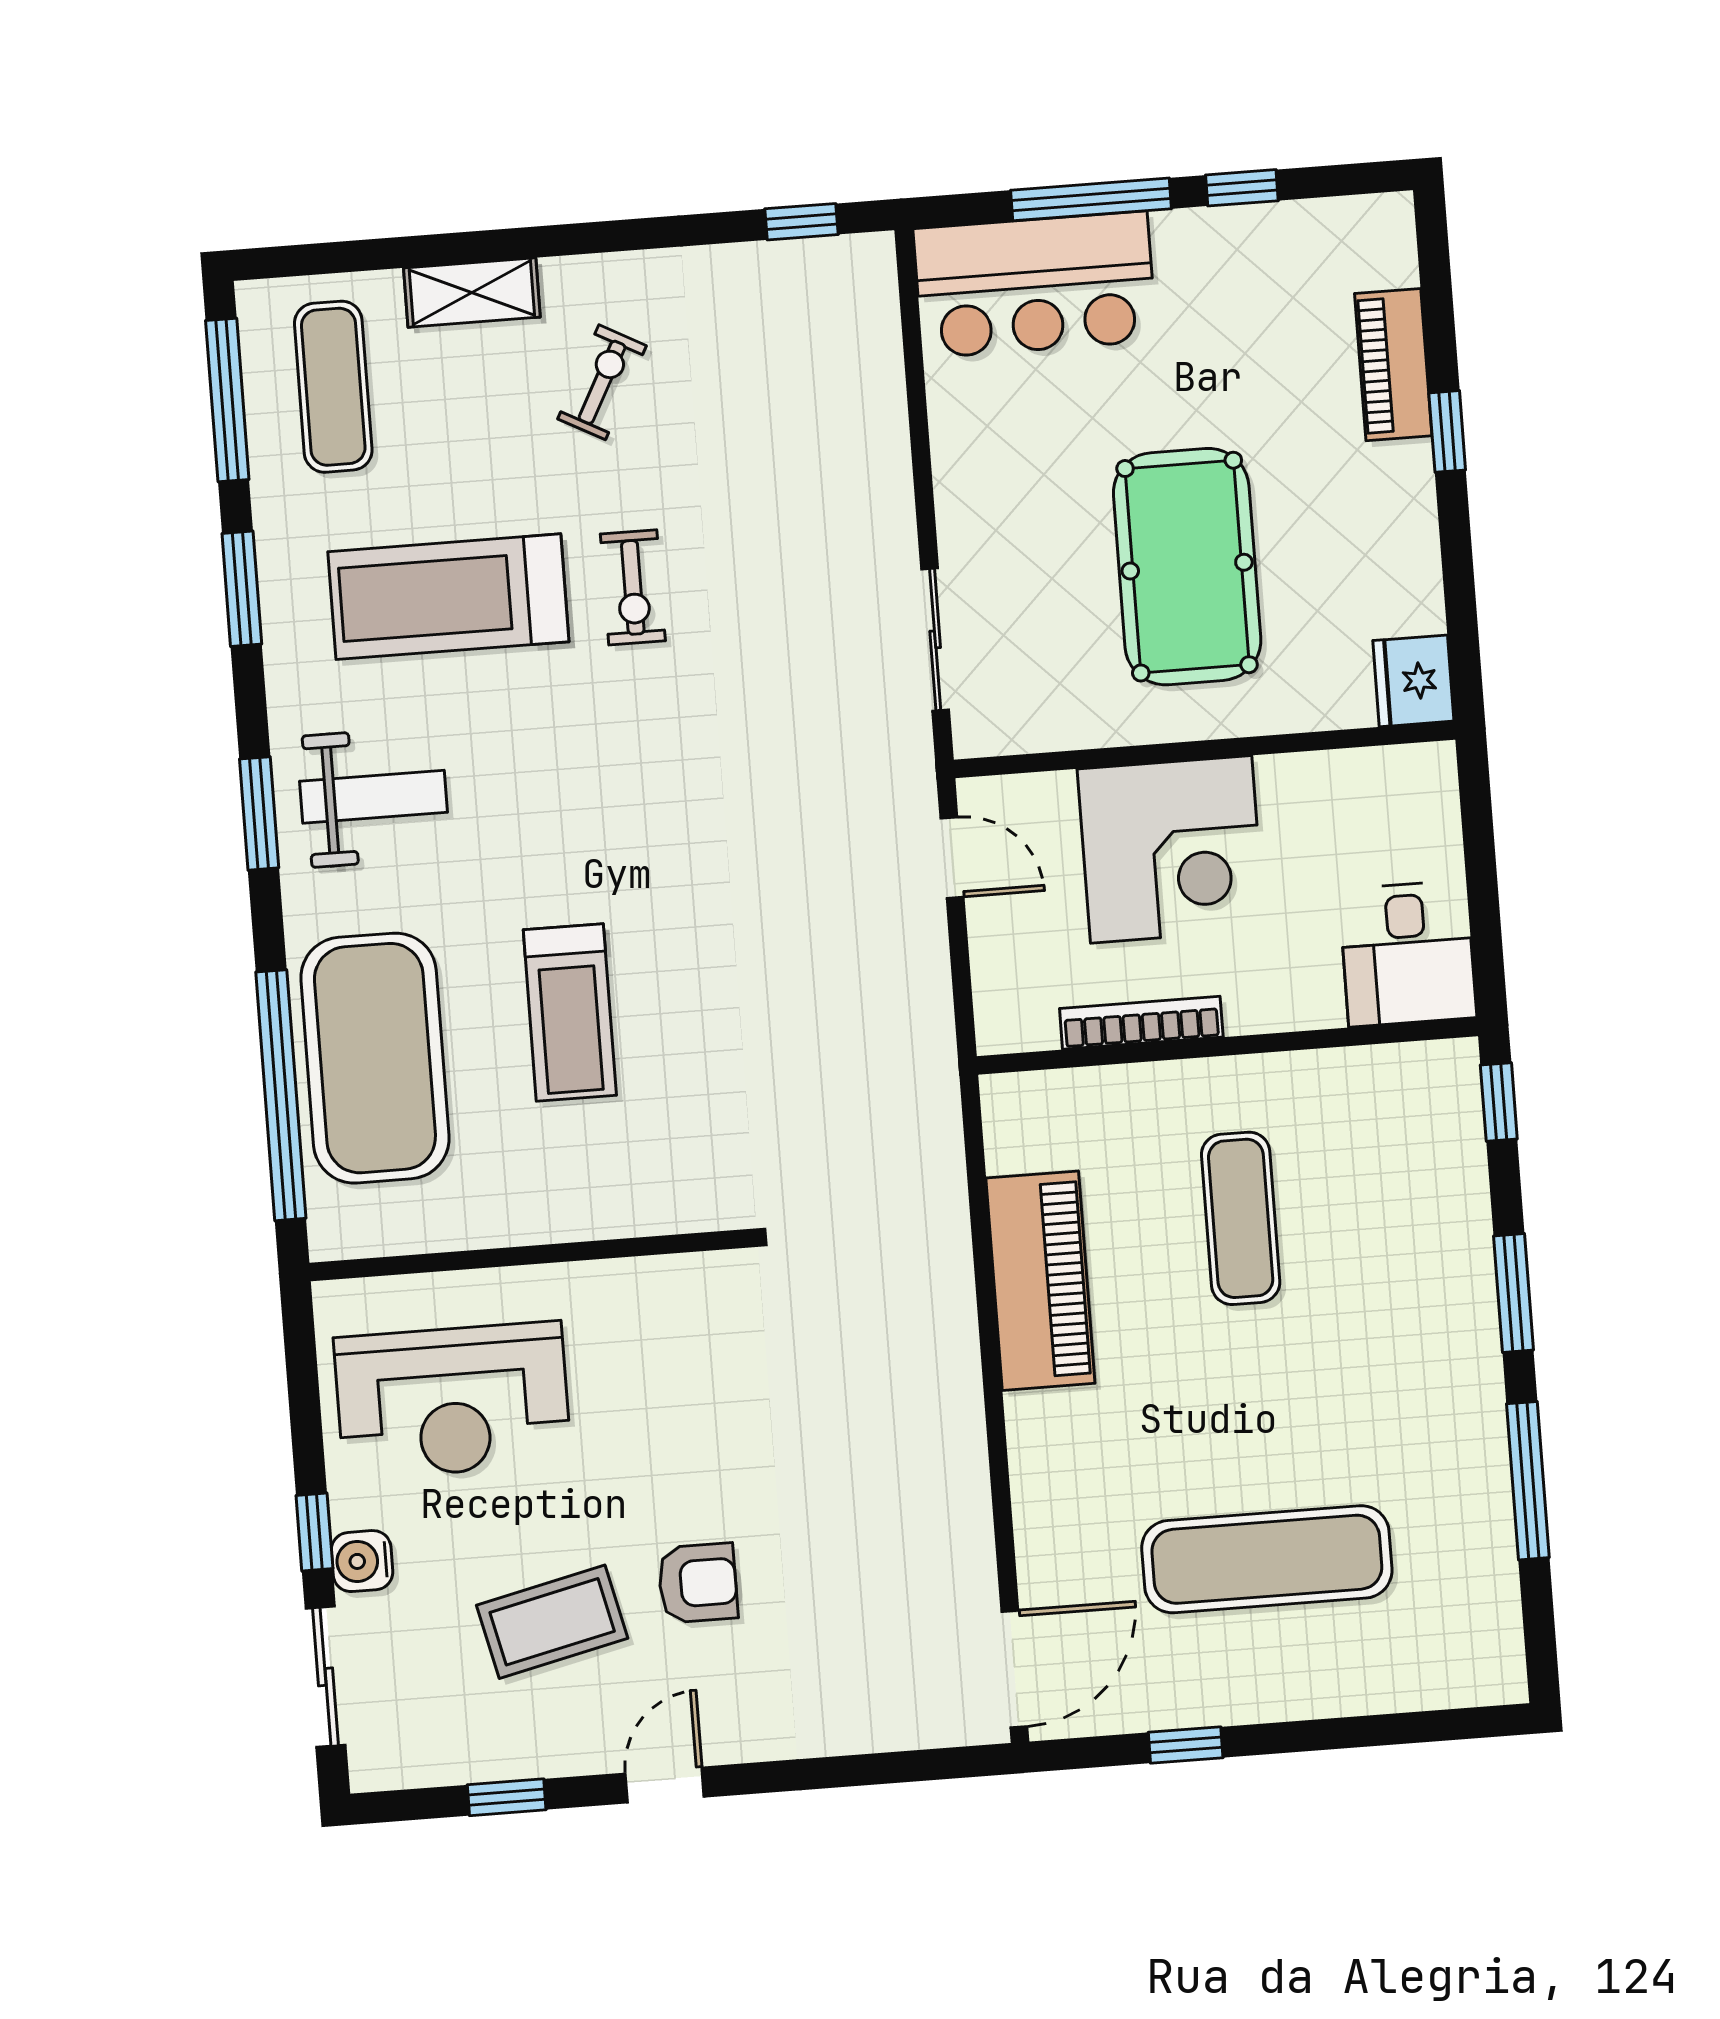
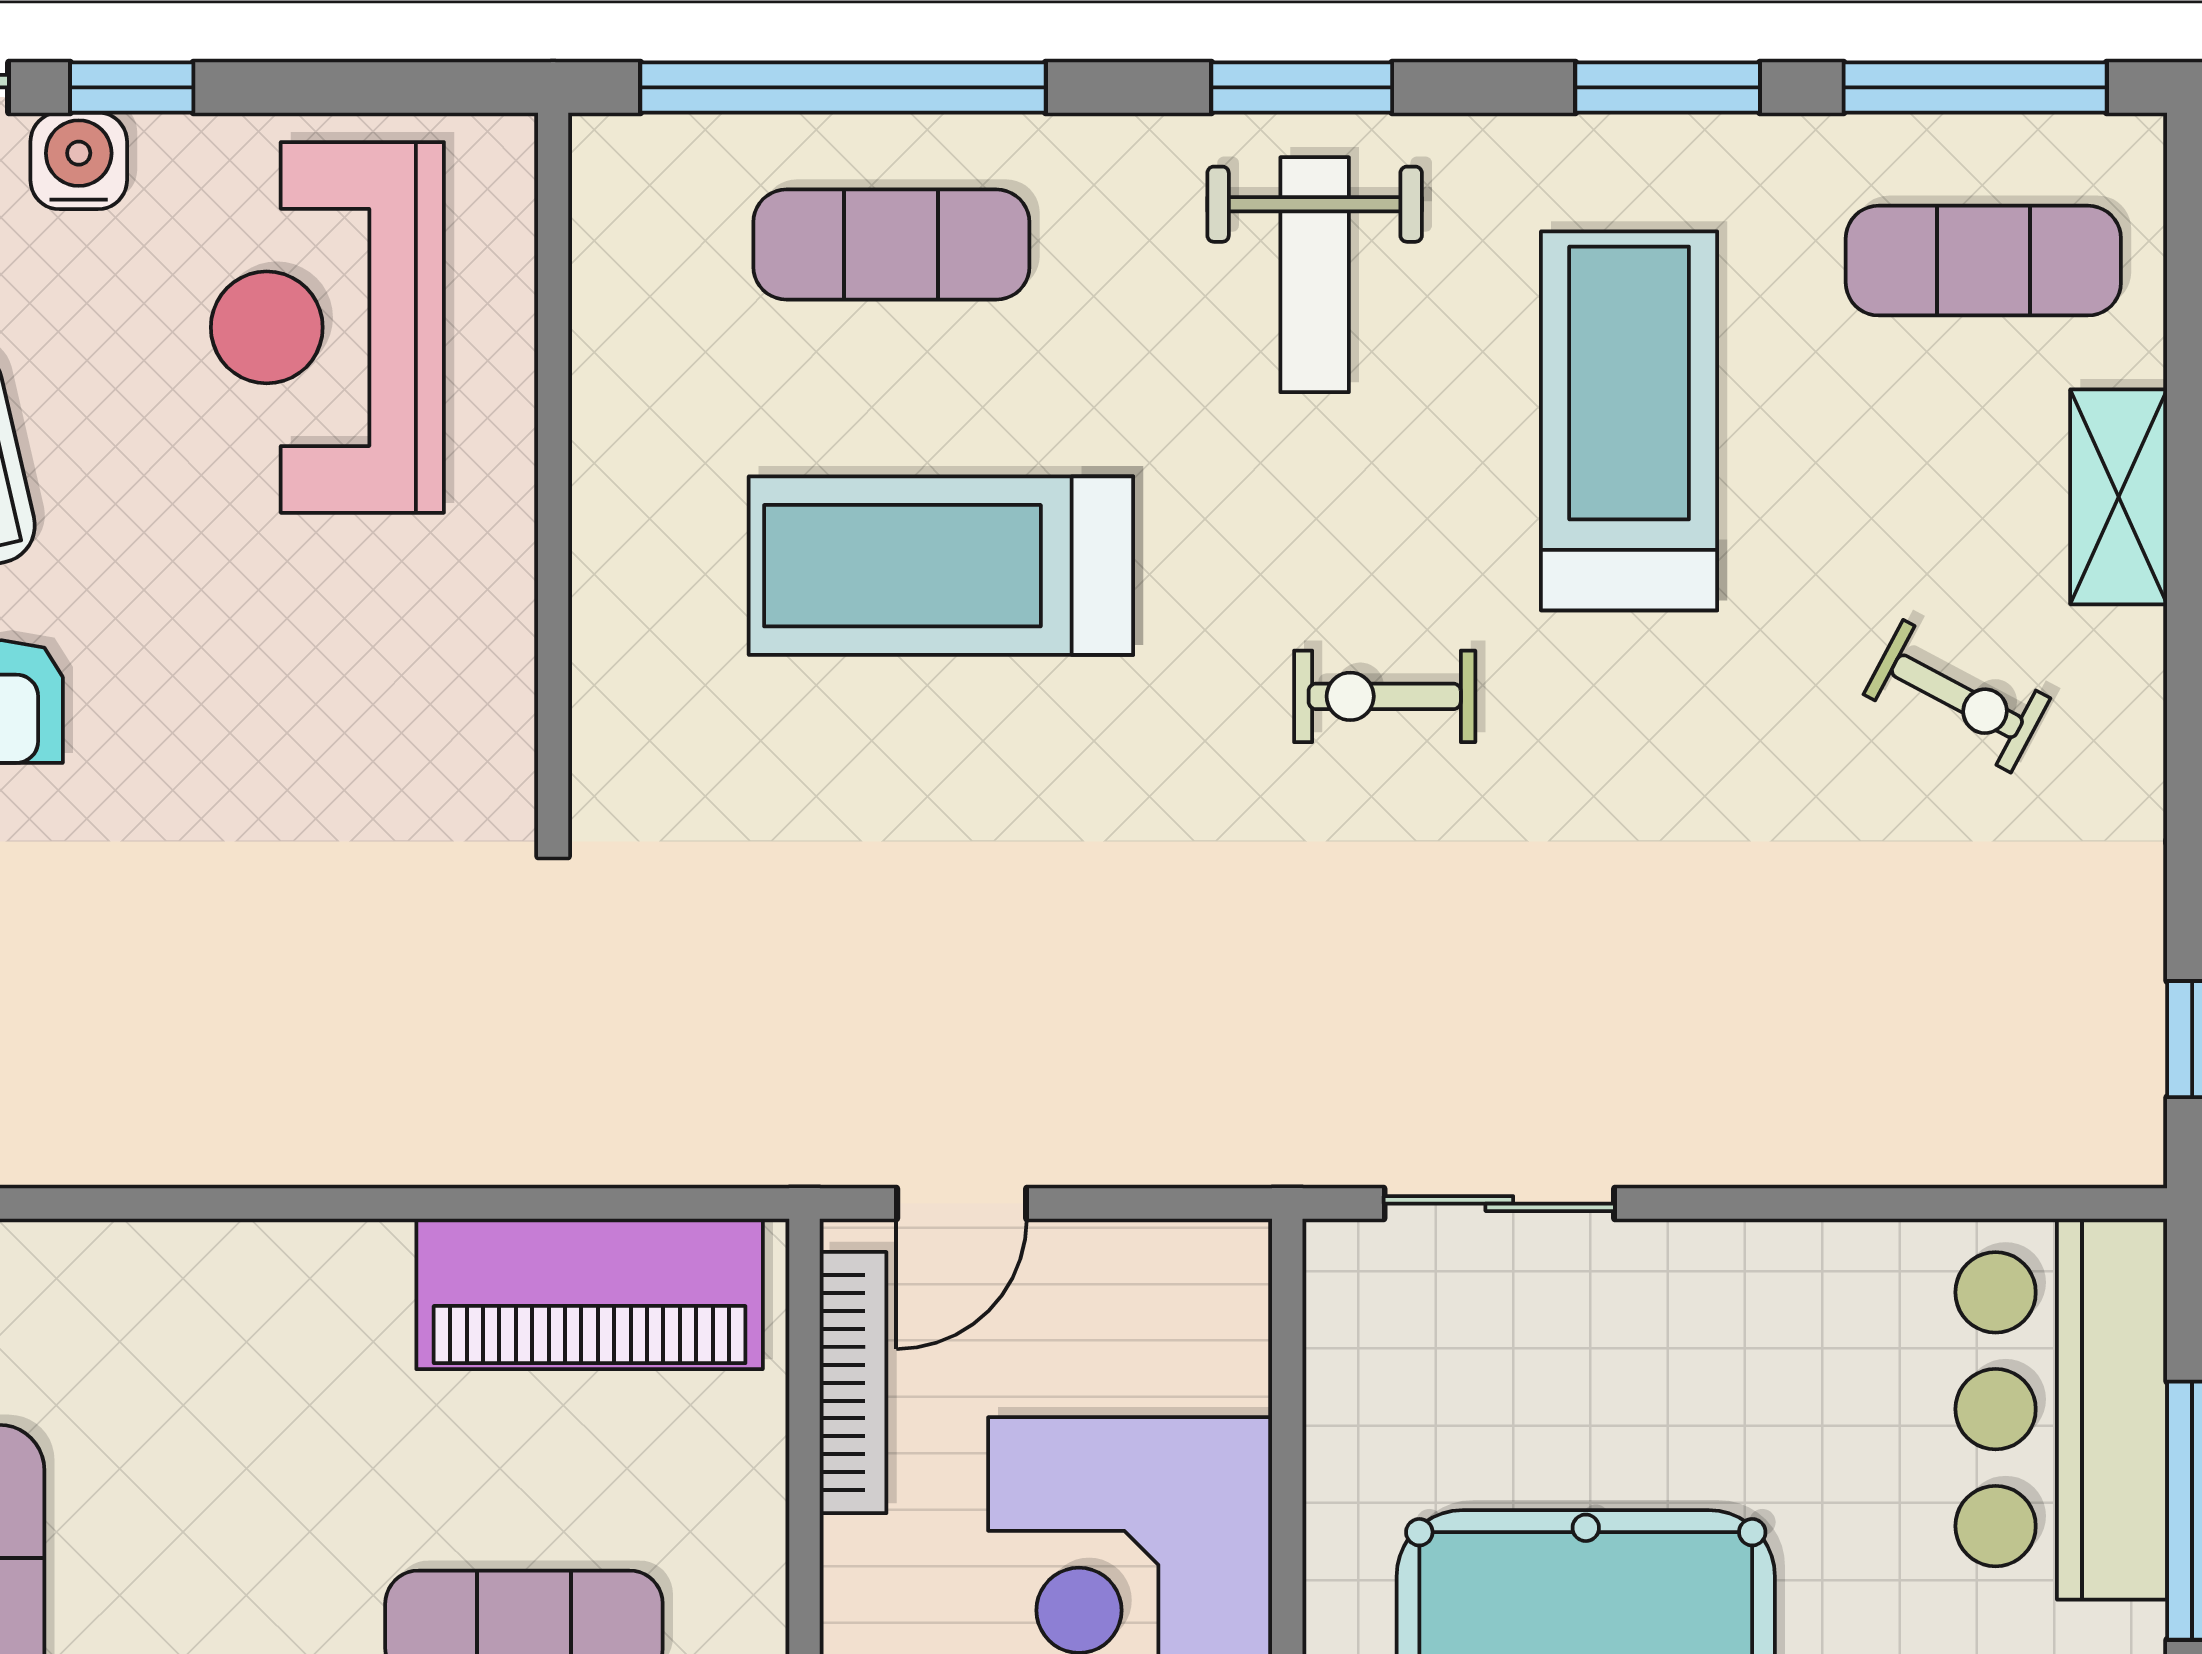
exercise bike: (633, 587) -> (1385, 696), moved
door: (952, 858) -> (962, 1204), moved
treadmill: (570, 1012) -> (941, 566), width x1.37, depth x1.38
bookcase: (1141, 1023) -> (853, 1383), moved
exercise mat: (375, 1058) -> (891, 245), width x0.50, depth x0.69
piano: (1040, 1281) -> (590, 1294), moved

